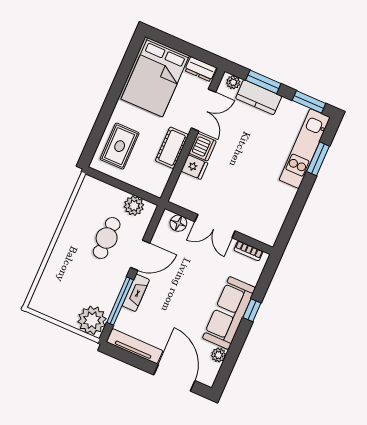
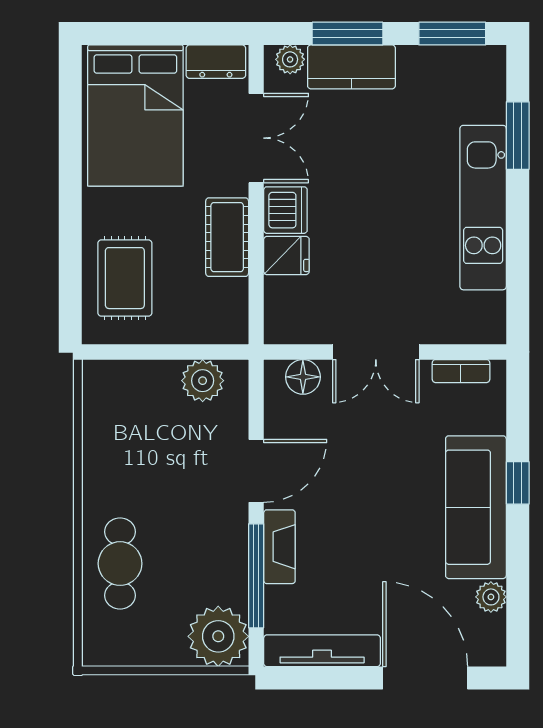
kitchen unit: (305, 149) -> (483, 208), moved
cafe table: (107, 238) -> (120, 564), moved

